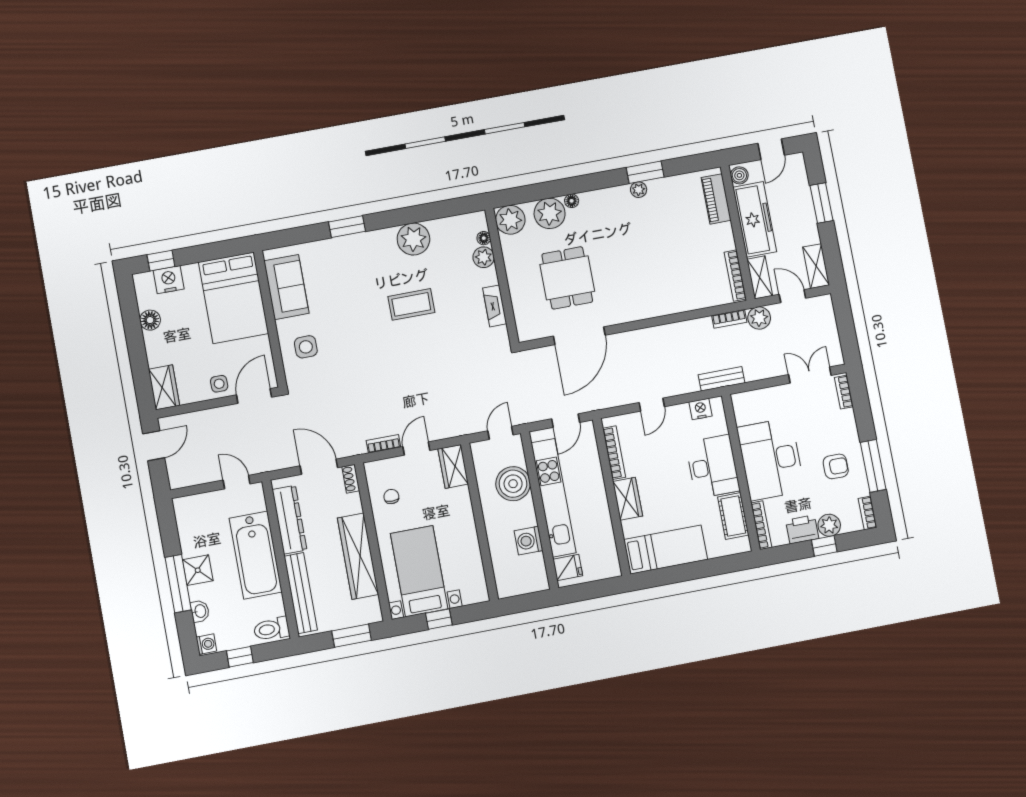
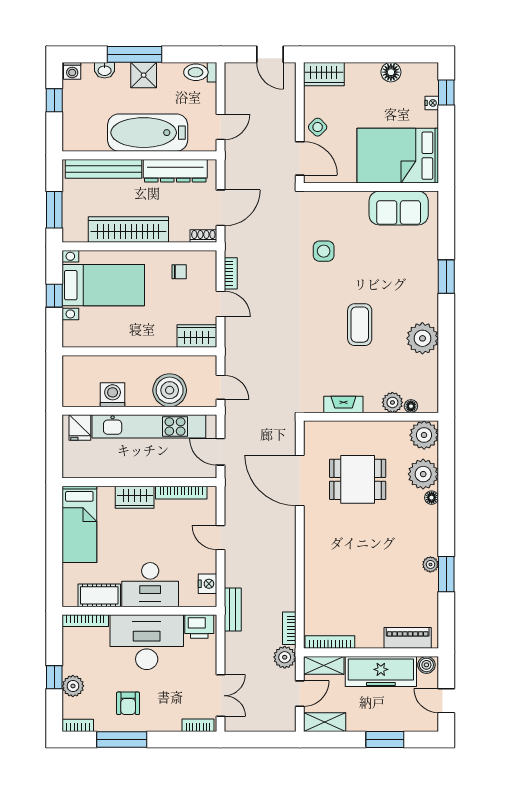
nightstand: (169, 280) -> (432, 103), width x0.53, depth x0.56
side table: (306, 347) -> (324, 251), moved
side table: (219, 384) -> (318, 127), turned 45
printer: (802, 529) -> (199, 627), moved, turned 90
toilet: (272, 629) -> (200, 72), moved, turned -90

